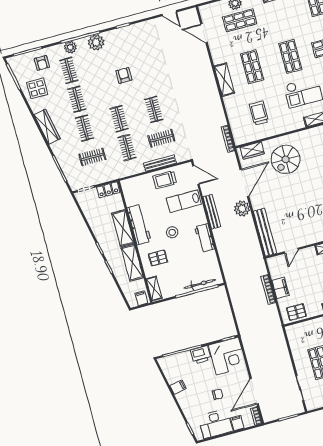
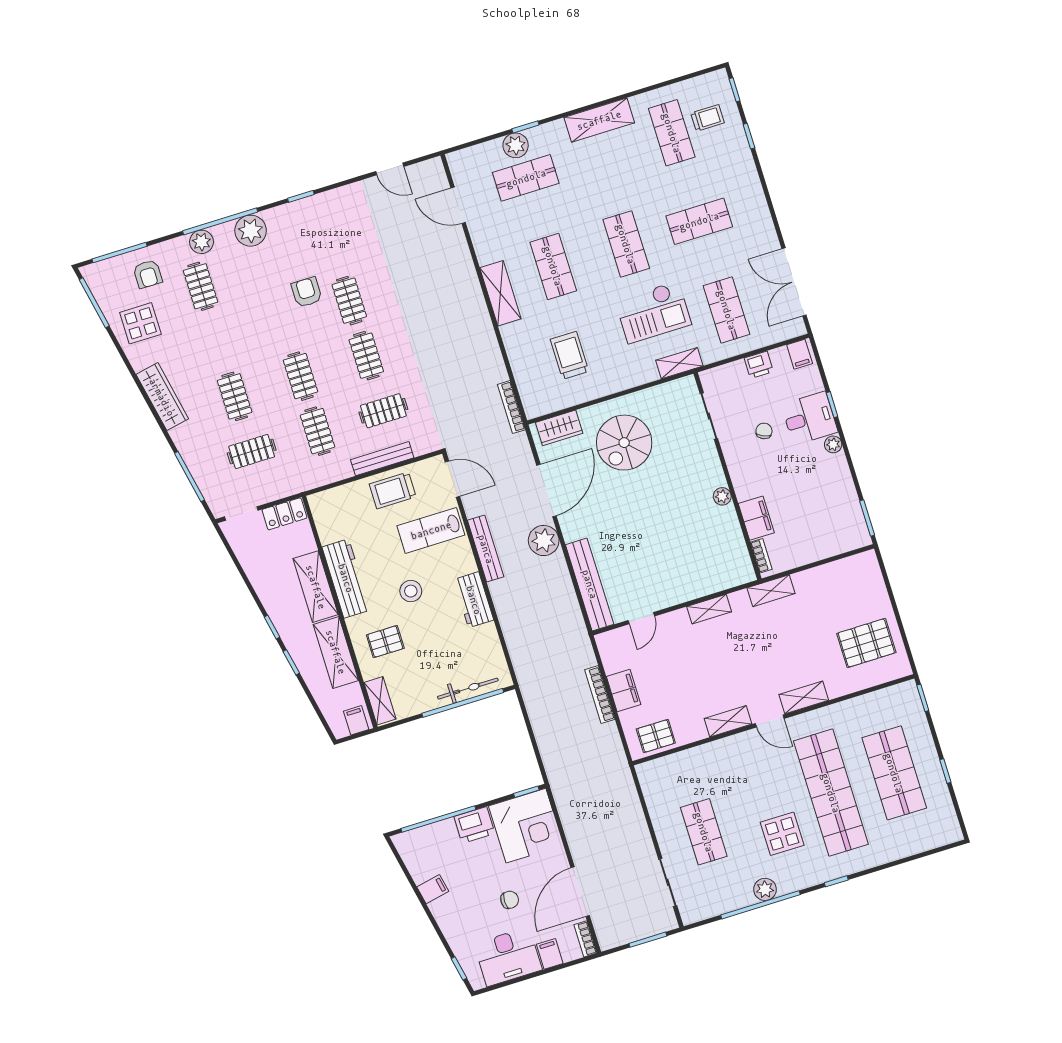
clothes rail: (77, 99) -> (349, 301), moved

